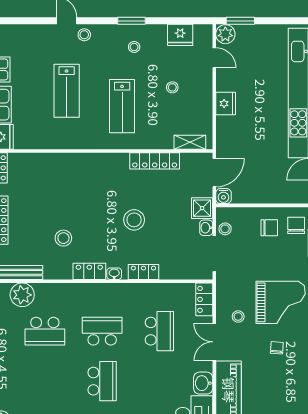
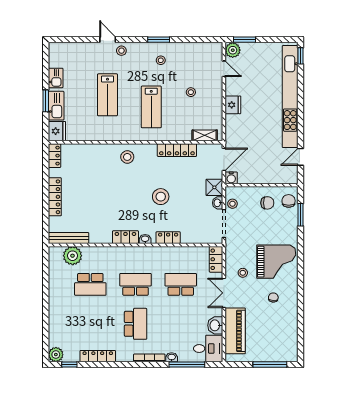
fridge: (180, 35) -> (197, 51), removed
stool: (63, 238) -> (127, 157), moved
school desk: (159, 331) -> (181, 284), turned -90

